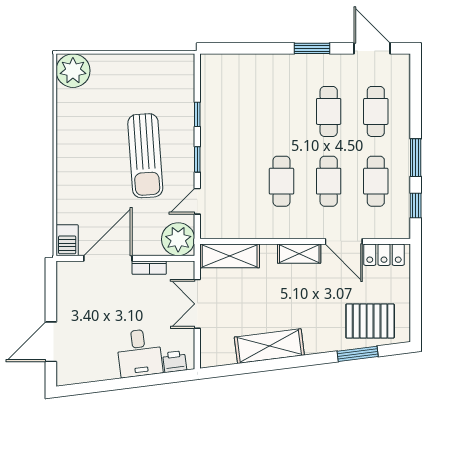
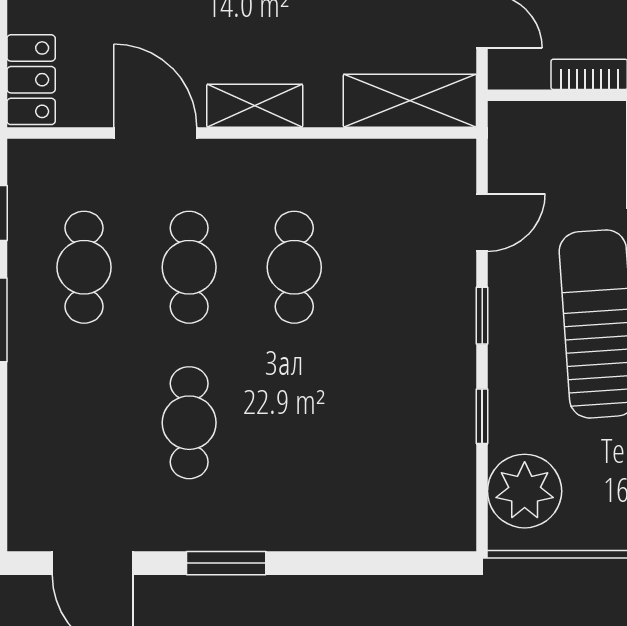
cafe table: (376, 111) -> (84, 423), removed
plant: (178, 239) -> (525, 491), moved
locker: (384, 255) -> (31, 80), moved, turned 90

